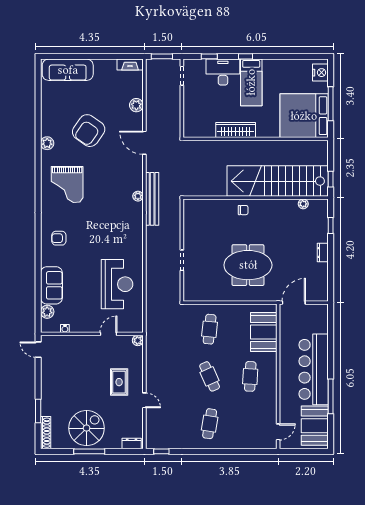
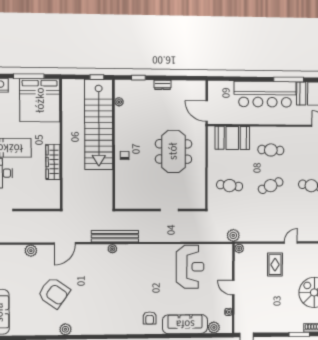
grand piano: (67, 185) -> (102, 311), removed
reception desk: (117, 284) -> (190, 267), turned 90
sofa: (51, 285) -> (185, 324), width x1.36
door: (108, 334) -> (233, 288), moved
plant: (153, 334) -> (233, 235), added
rug: (119, 382) -> (275, 265), turned 90

